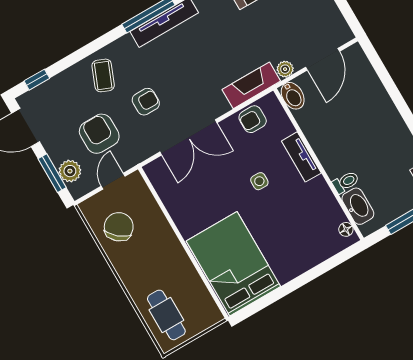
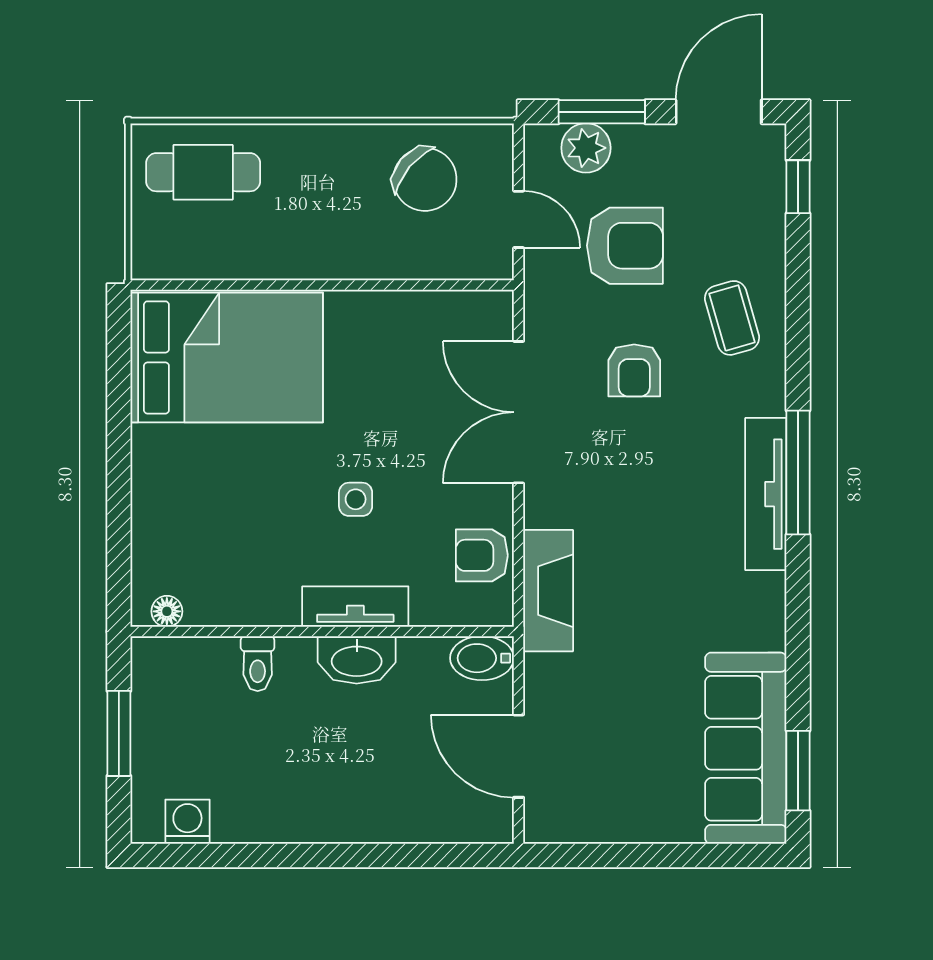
plant: (285, 69) -> (541, 673), removed
coffee table: (103, 75) -> (732, 318), turned 52
armchair: (253, 119) -> (482, 555), turned -90
washbasin: (358, 206) -> (357, 660), moved

